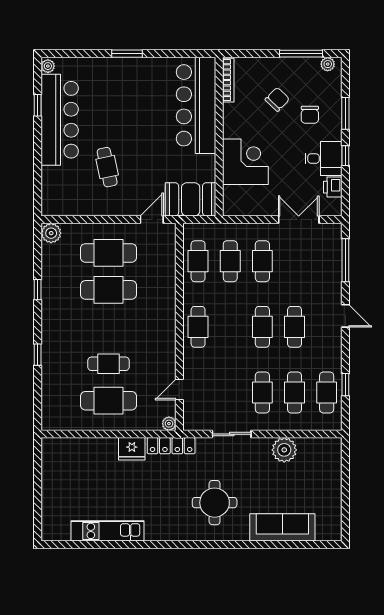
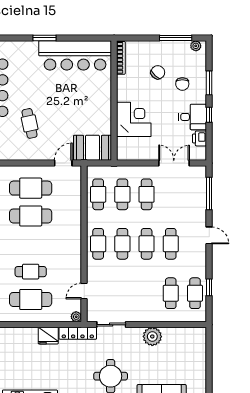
bar counter: (196, 105) -> (75, 55), moved, turned -90
cafe table: (262, 392) -> (122, 244), moved
sliding door: (232, 434) -> (111, 325), moved
plant: (284, 450) -> (152, 336), moved

